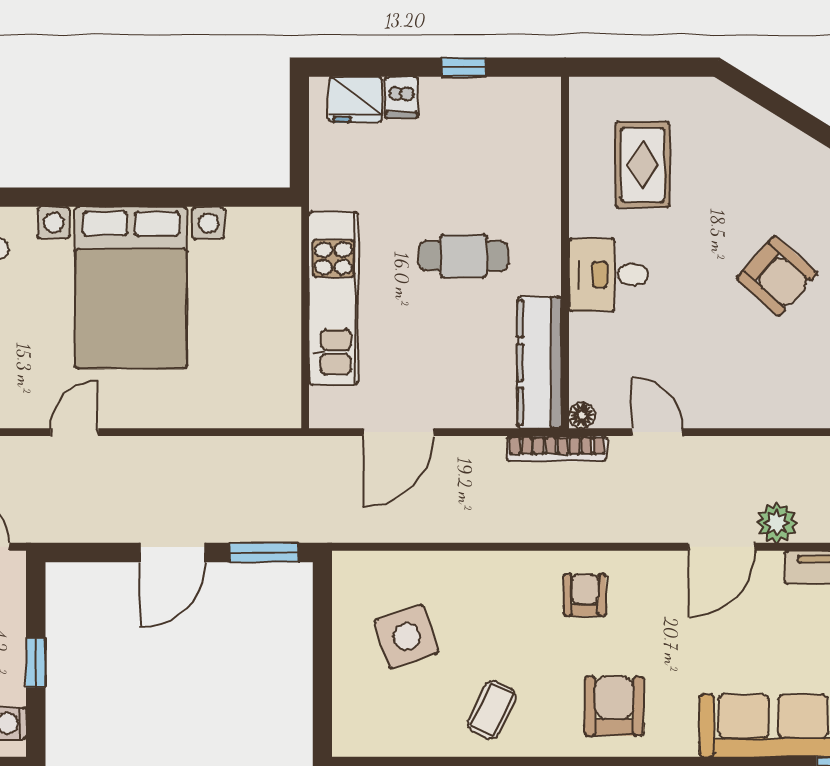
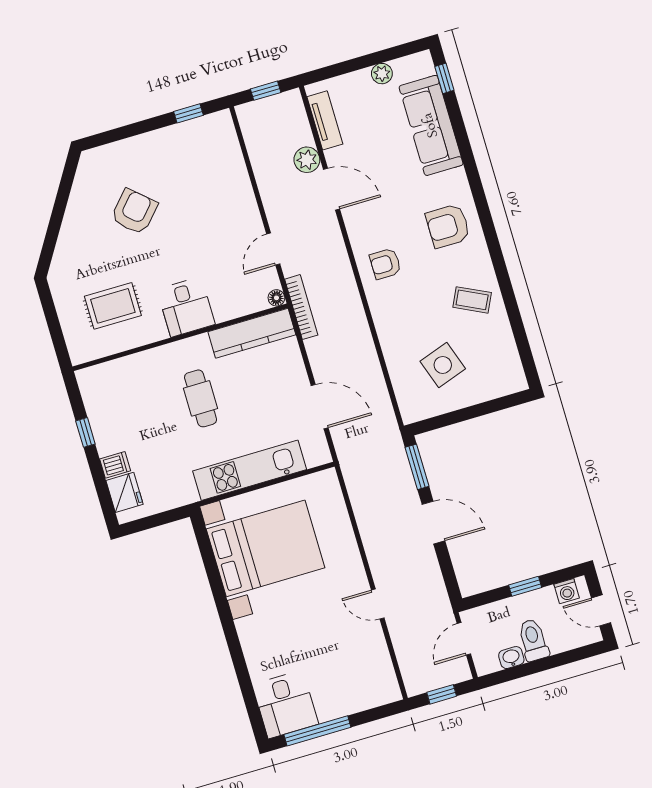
armchair: (777, 276) -> (134, 212), moved
bed with nightstands: (131, 288) -> (266, 548), moved

